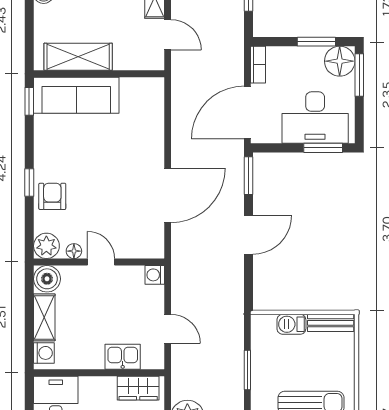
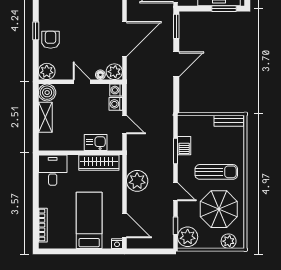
plant: (152, 246) -> (114, 72), added
floor lamp: (74, 251) -> (100, 75), moved
barbecue: (291, 324) -> (184, 146), moved, turned -90
washing machine: (44, 353) -> (116, 104), moved, turned 180
wardrobe: (138, 388) -> (99, 163), width x1.50

